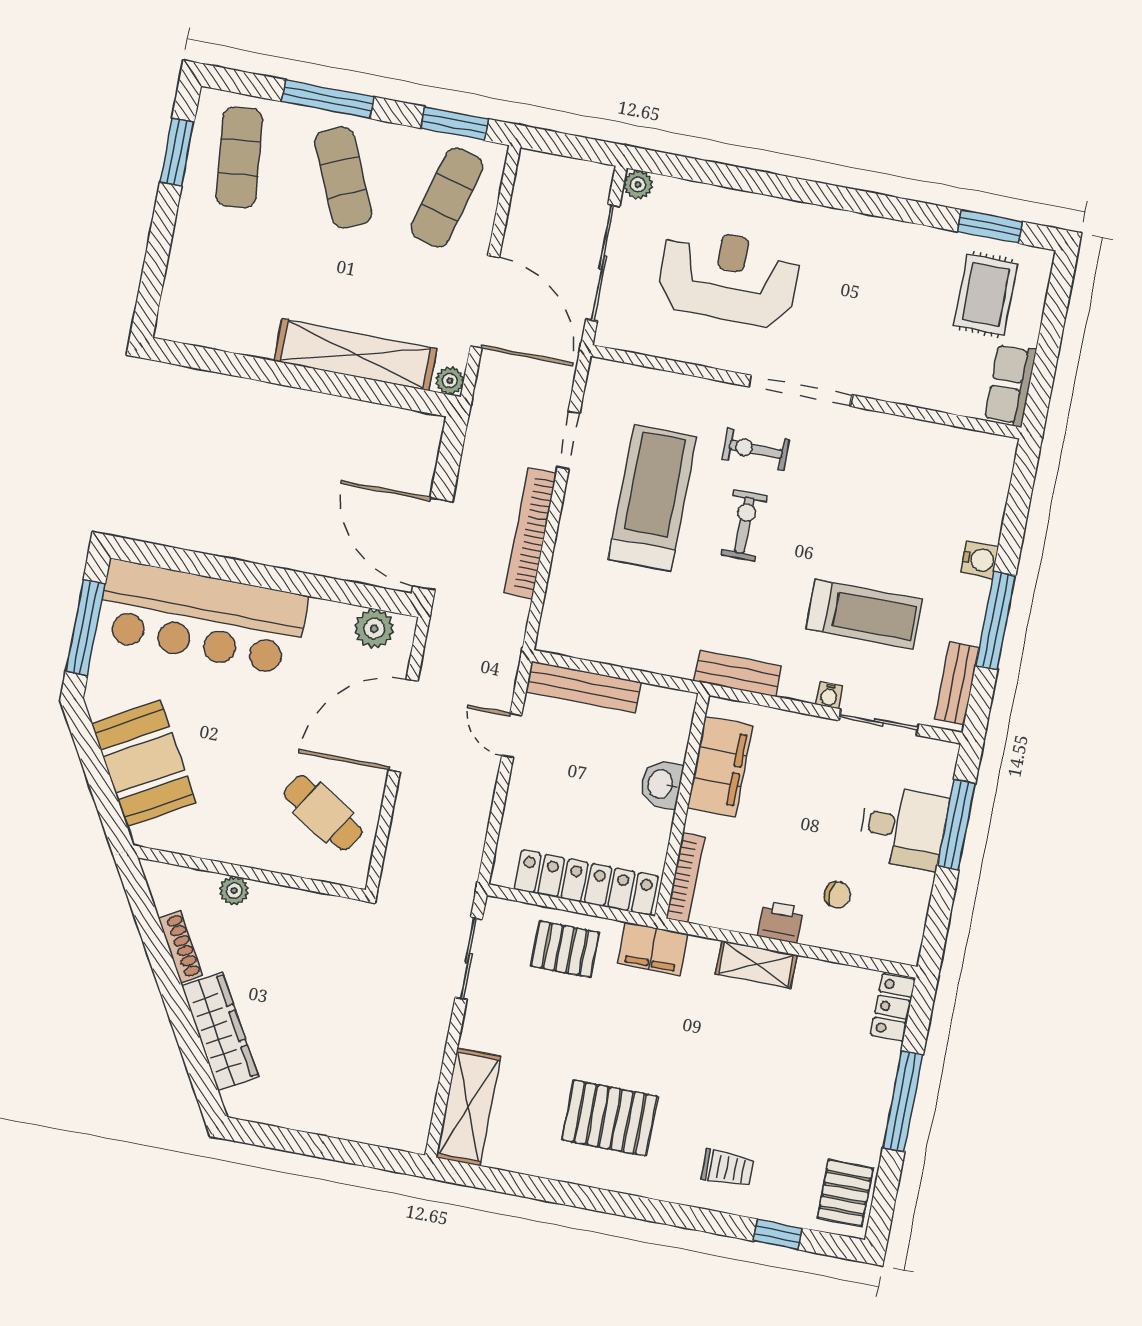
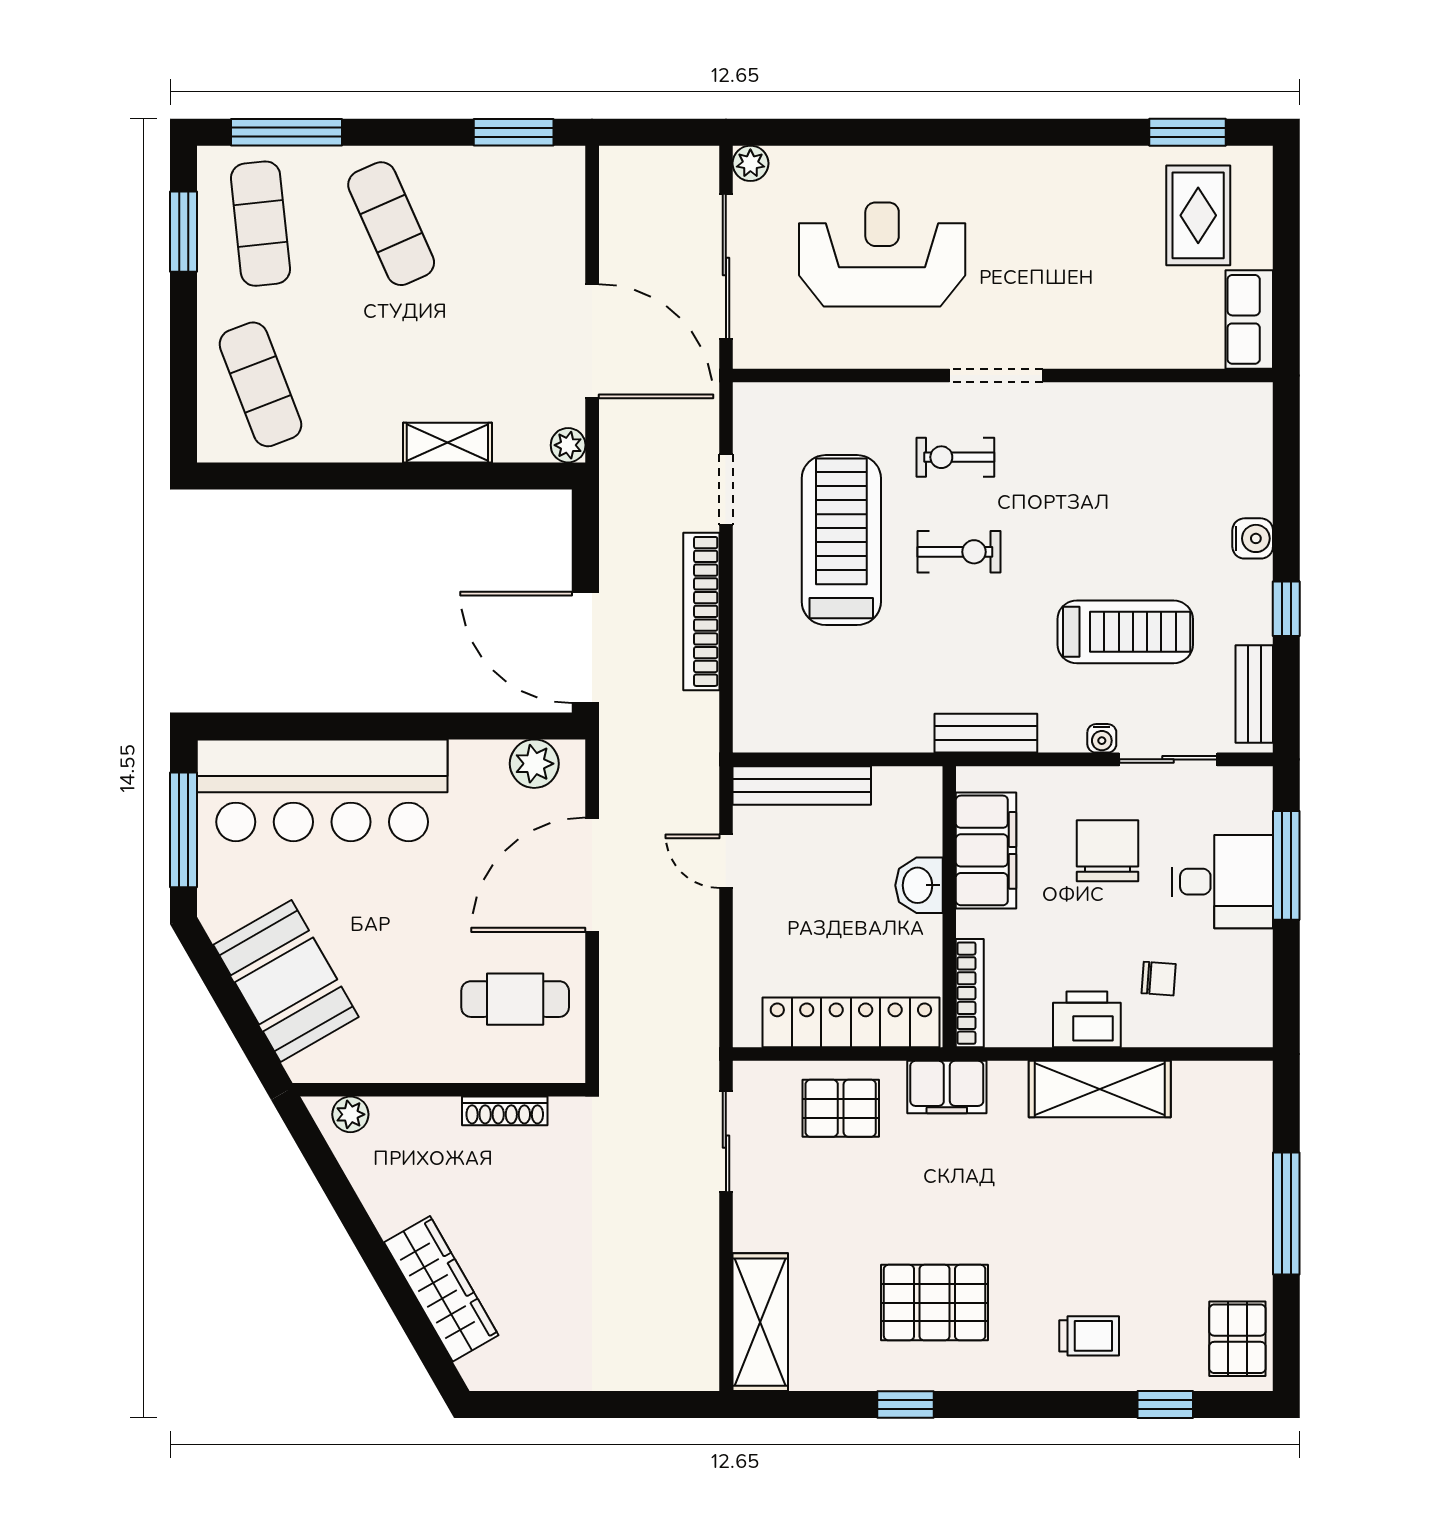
window: (328, 99) -> (286, 132), moved
exercise mat: (447, 198) -> (260, 384), moved, turned -36
shelving: (355, 355) -> (447, 443), width x0.45, depth x0.75
doorway: (801, 391) -> (996, 375), width x0.73
exercise bike: (744, 525) -> (959, 552), turned 90
window: (996, 621) -> (1286, 609), width x0.46
chair: (816, 785) -> (1108, 851), added
cafe table: (323, 813) -> (515, 999), turned -32
plant: (234, 891) -> (350, 1114), moved
printer: (781, 922) -> (1087, 1019), width x1.36, depth x1.24
shoe rack: (180, 947) -> (505, 1111), moved, turned 120
shelving: (756, 964) -> (1100, 1089), width x1.50, depth x1.33
locker: (893, 1007) -> (1252, 1102), removed
window: (571, 1195) -> (905, 1404), added

